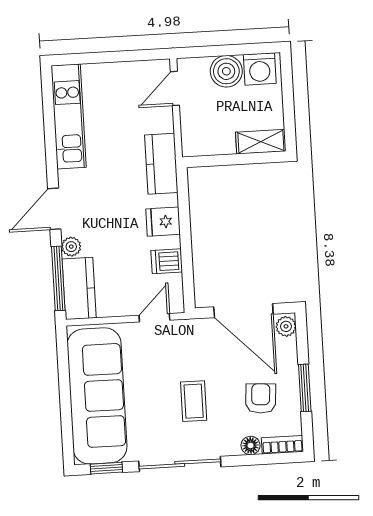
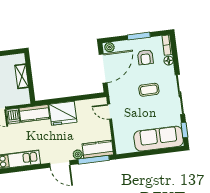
shelving: (261, 142) -> (22, 76), moved
fridge: (163, 222) -> (63, 113), width x1.88, depth x1.34
dishwasher: (167, 261) -> (13, 116), moved
sofa: (97, 396) -> (159, 139), width x0.74, depth x0.79
armchair: (261, 398) -> (145, 57), turned -94

